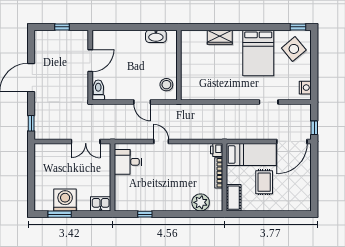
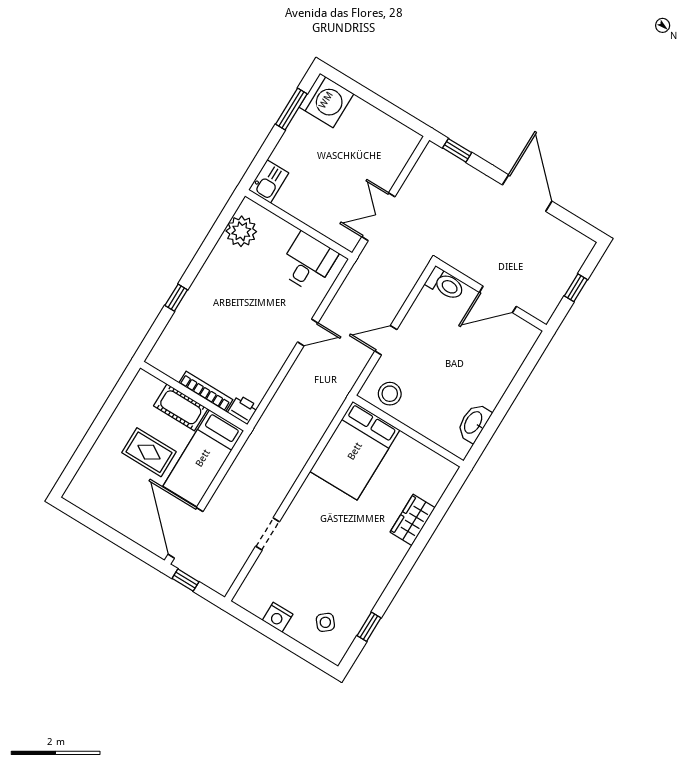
window: (298, 27) -> (369, 627), moved
side table: (294, 49) -> (325, 622), width x0.54, depth x0.54
bed: (258, 53) -> (355, 451), moved, turned -90
door: (90, 61) -> (498, 299), hinge flipped
nightstand: (305, 88) -> (278, 617), moved
cot: (234, 198) -> (181, 407), moved
washing machine: (65, 200) -> (326, 100), moved
plant: (201, 202) -> (241, 231), moved
window: (145, 214) -> (176, 298), moved

